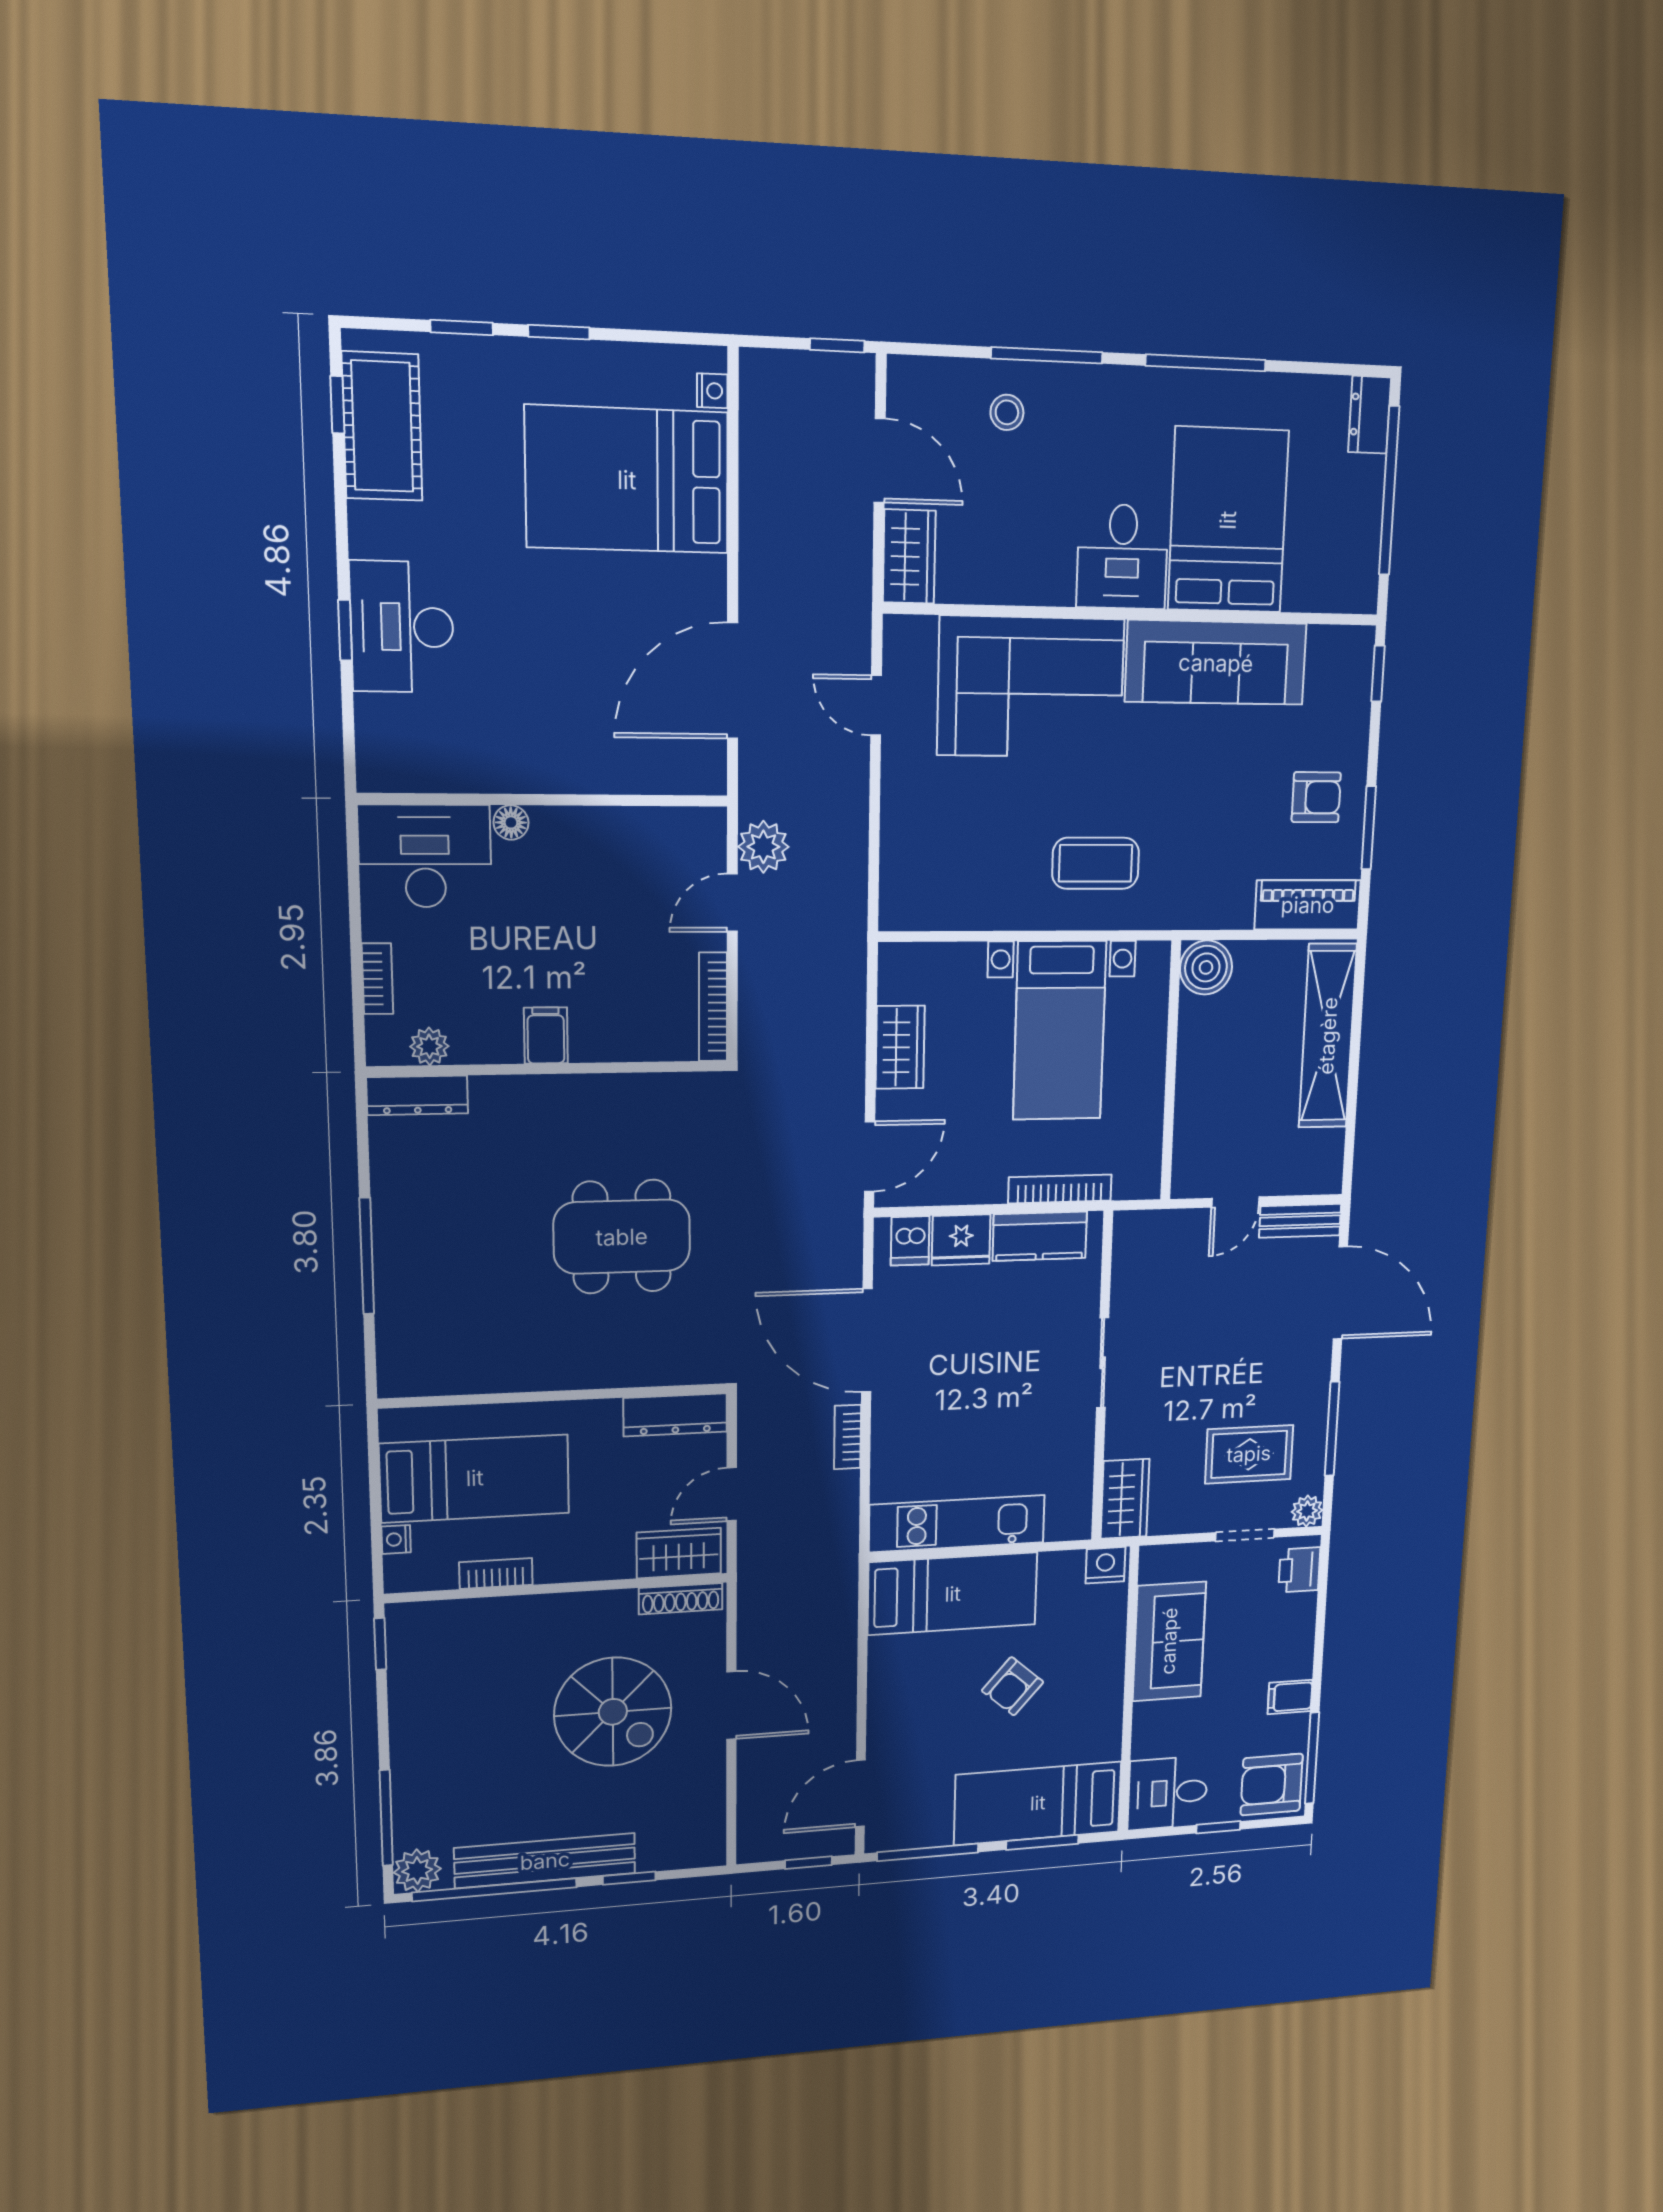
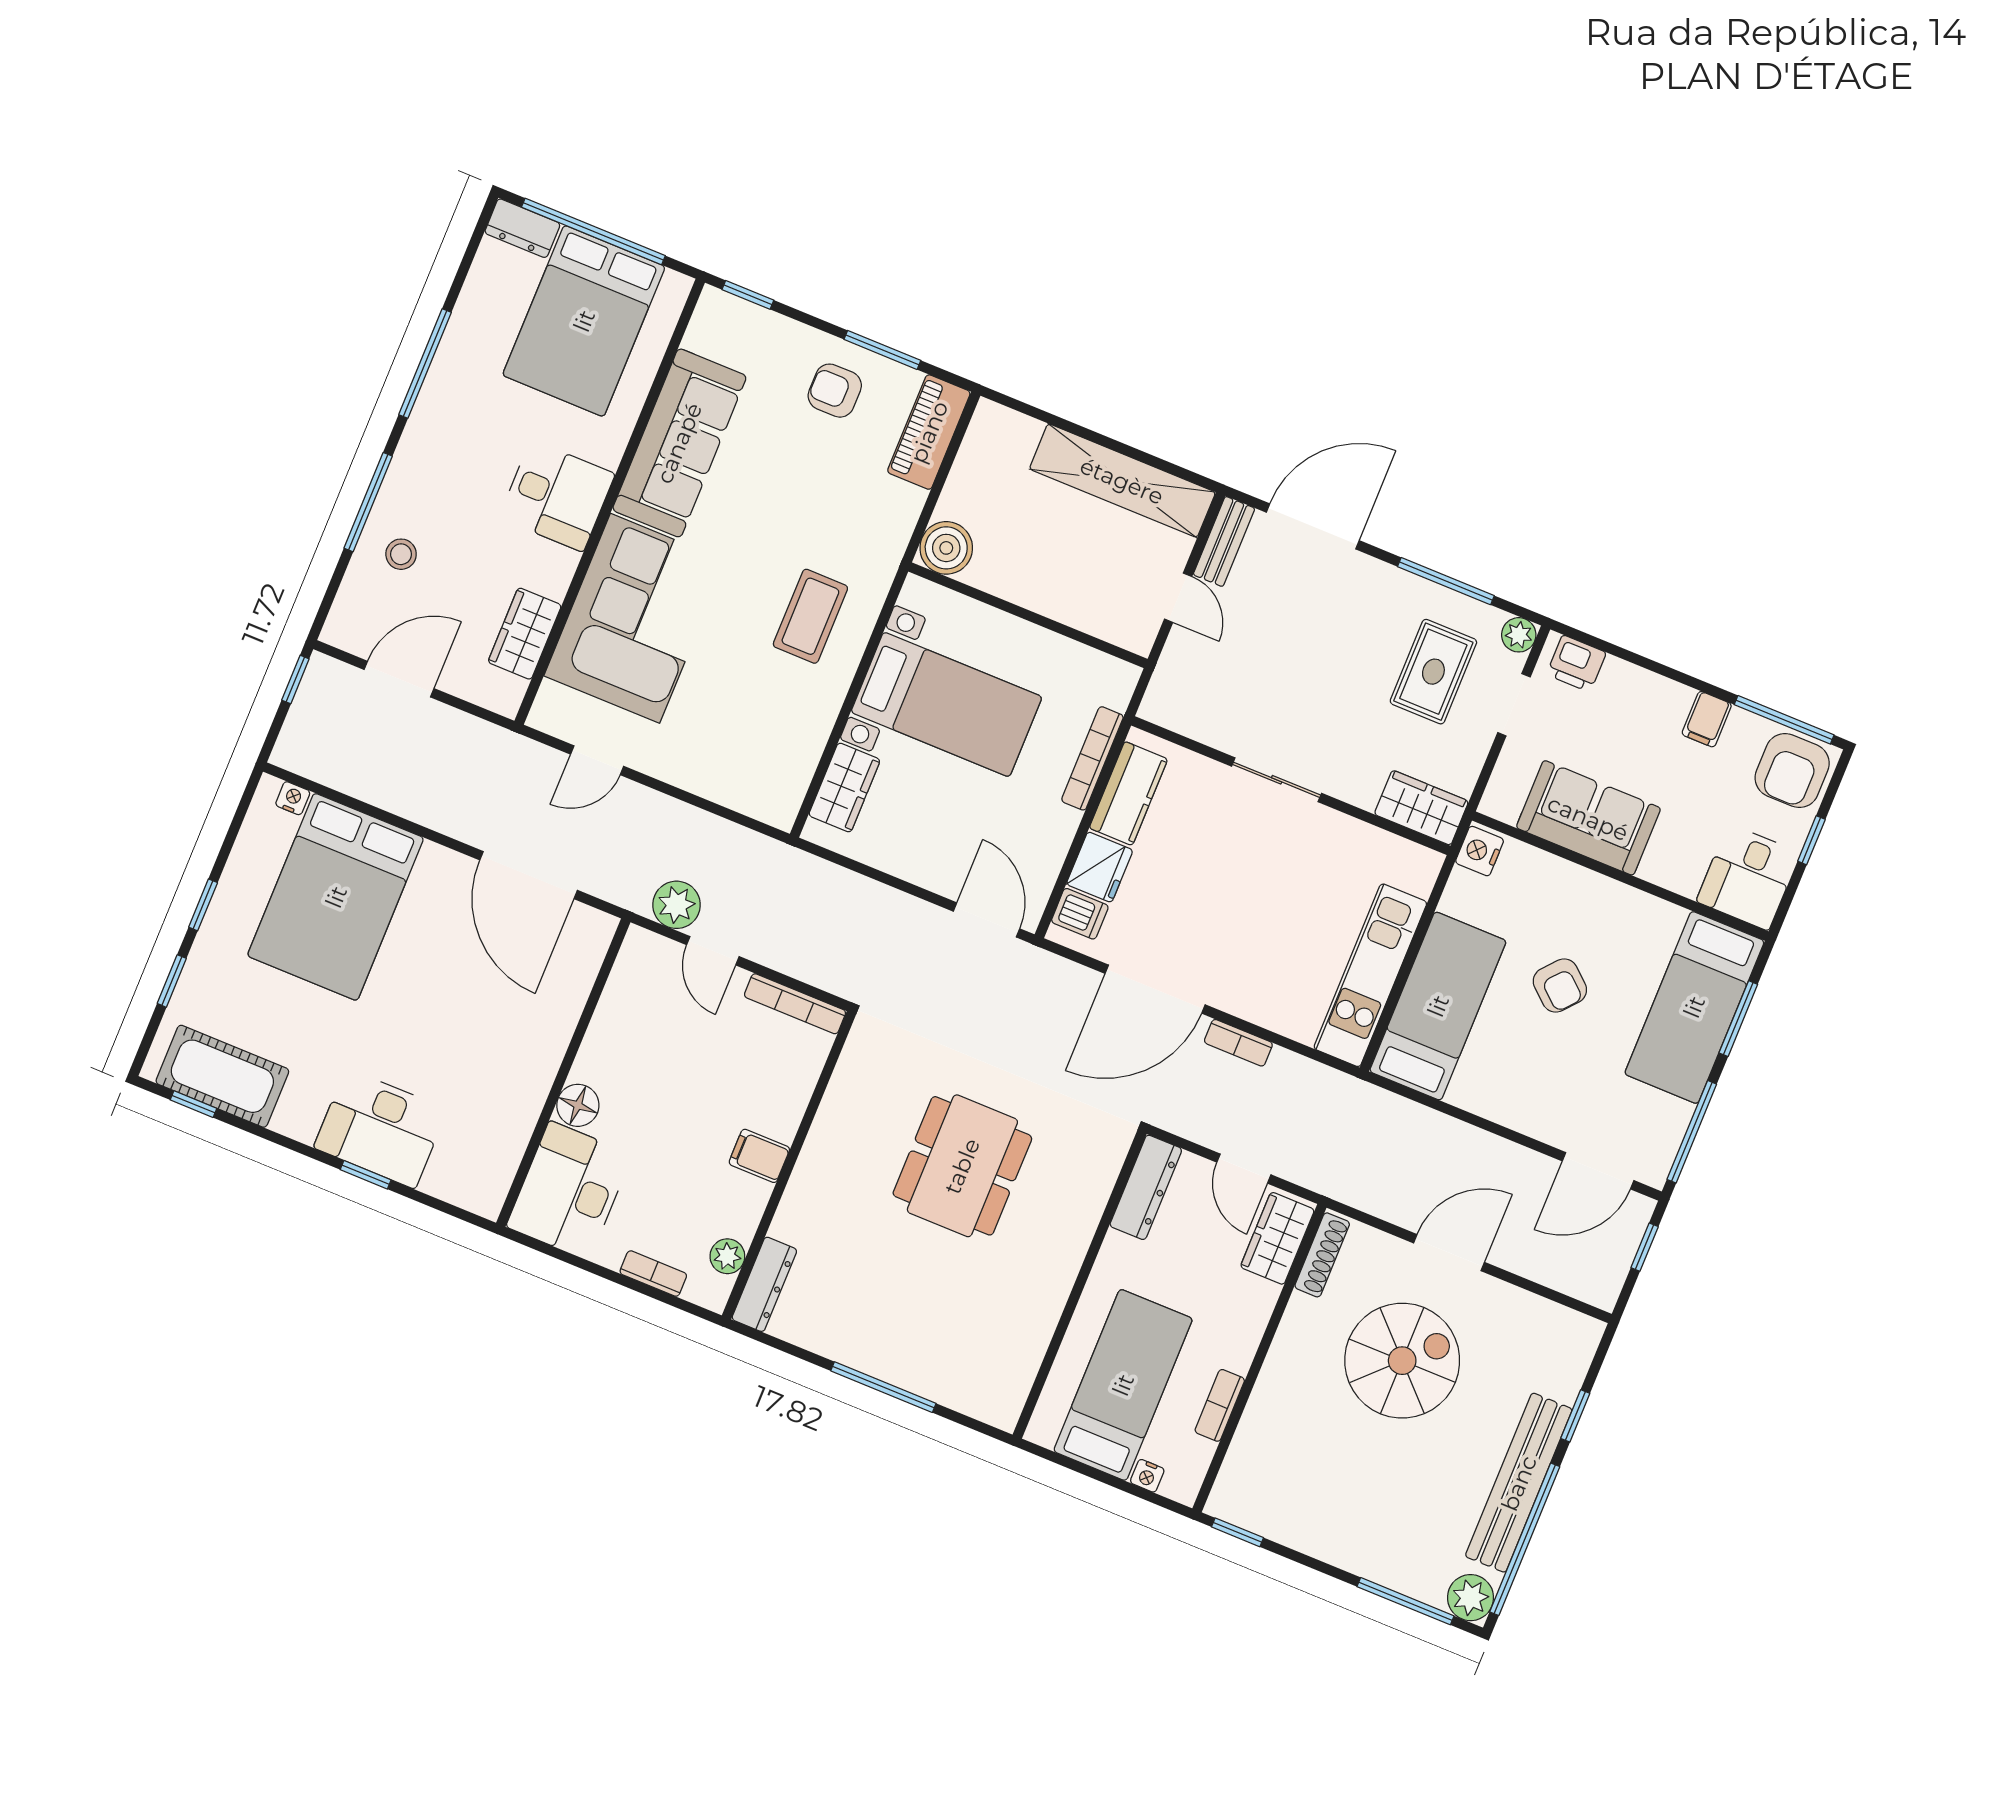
bed: (1228, 520) -> (584, 321), moved, turned -90
wardrobe: (909, 557) -> (525, 634), moved, turned -90
armchair: (1316, 797) -> (835, 391), turned -90
floor lamp: (511, 822) -> (578, 1105), width x1.37, depth x1.37
shelving: (1328, 1036) -> (1122, 481), moved
wardrobe: (900, 1047) -> (844, 788), moved, turned 90
door: (860, 1794) -> (1598, 1171), hinge flipped

